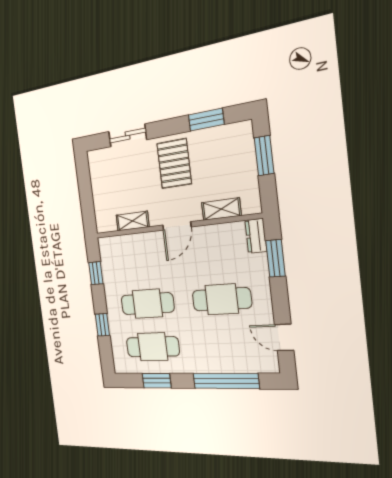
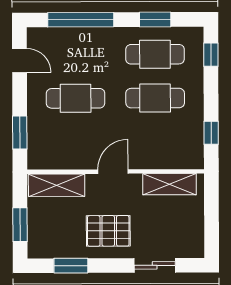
pallet: (174, 164) -> (108, 231), turned 90
shelving: (221, 209) -> (57, 185), width x1.50, depth x1.33
shelving: (133, 221) -> (170, 184), width x1.50, depth x1.33
dresser: (256, 236) -> (36, 154), removed
window: (102, 325) -> (211, 55), moved

